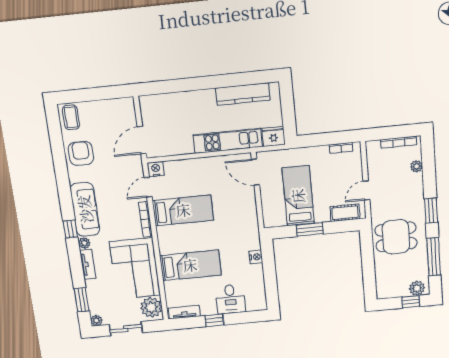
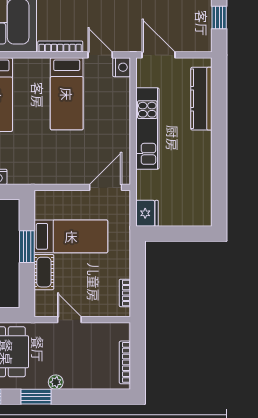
window: (104, 93) -> (219, 17), added
kitchen counter: (243, 94) -> (201, 99), moved
kitchen unit: (228, 141) -> (147, 128), moved
plant: (417, 166) -> (56, 382), moved
cot: (345, 213) -> (44, 272), moved

